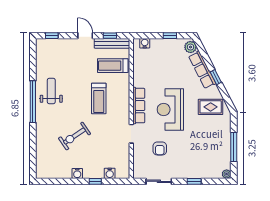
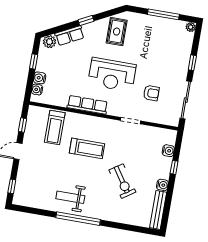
bench: (112, 43) -> (158, 210), moved
water cooler: (156, 44) -> (40, 78), added
row of seats: (202, 70) -> (70, 36), width x0.68
row of seats: (139, 106) -> (87, 105), moved
sliding door: (159, 181) -> (186, 100), width x1.37

